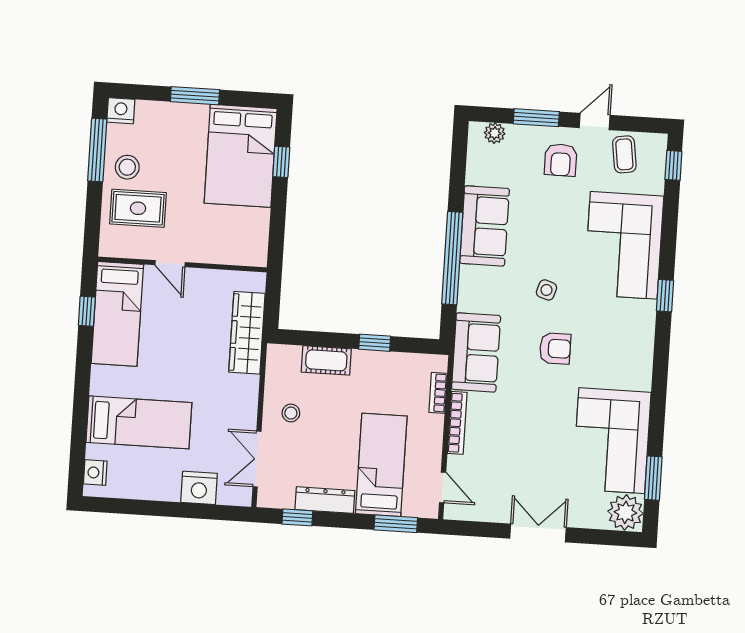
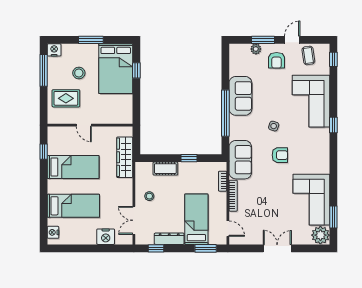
plant: (495, 133) -> (256, 49), moved
stool: (127, 167) -> (79, 73), moved
bed: (117, 314) -> (73, 167), moved, turned -90

